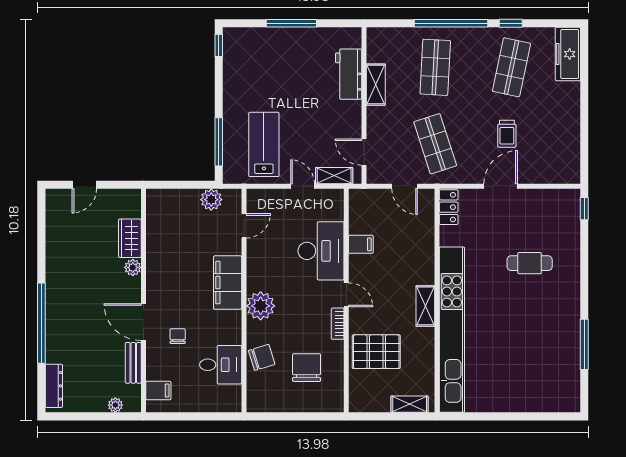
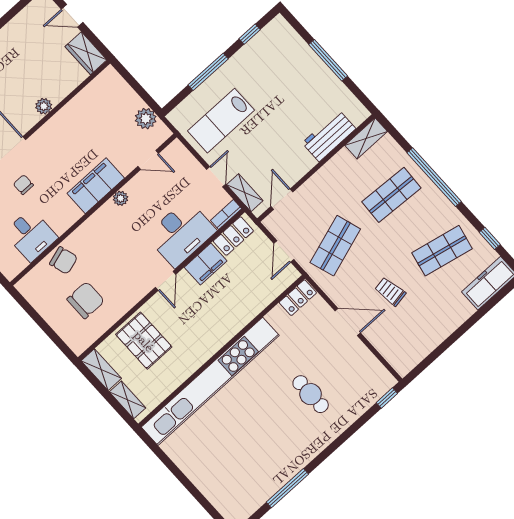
window: (511, 23) -> (490, 238), moved
window: (219, 45) -> (250, 34), moved
shelving: (376, 85) -> (366, 138), moved
trolley: (507, 134) -> (390, 292), turned 80
window: (219, 142) -> (208, 72), moved
lab bench: (264, 144) -> (221, 121), turned 180
locker: (359, 214) -> (233, 236), added
wardrobe: (130, 238) -> (86, 53), moved, turned -90
filing cabinet: (361, 244) -> (206, 264), width x2.00
plant: (261, 306) -> (120, 198), moved, width x0.53, depth x0.53
shelving: (425, 306) -> (101, 370), moved, turned 90
bookcase: (338, 324) -> (226, 214), moved
chair: (178, 336) -> (23, 185), turned -90

